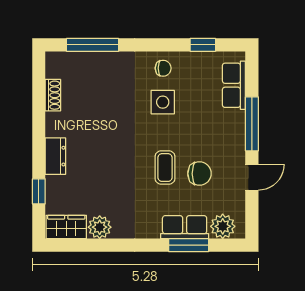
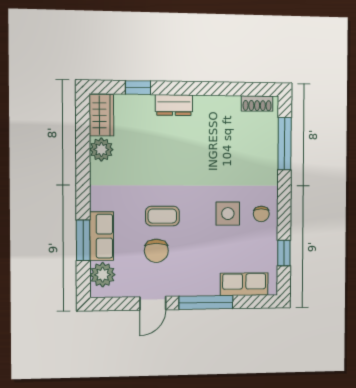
shoe rack: (53, 95) -> (257, 104), moved
door: (252, 177) -> (153, 303), hinge flipped

